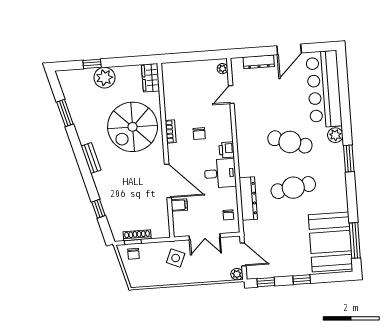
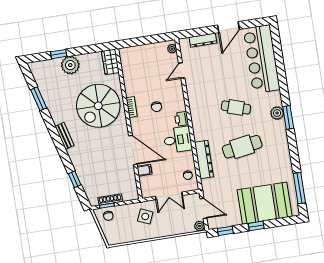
plant: (335, 135) -> (277, 113), moved
cafe table: (290, 142) -> (236, 107), width x0.73, depth x0.74
booth: (330, 242) -> (265, 203), moved, turned 90

